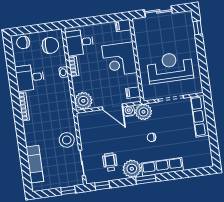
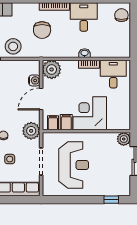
plant: (139, 24) -> (124, 139), added
filing cabinet: (123, 25) -> (66, 122), moved
chair: (50, 45) -> (42, 30), moved
water cooler: (129, 111) -> (34, 80), moved
side table: (173, 128) -> (10, 159), added

